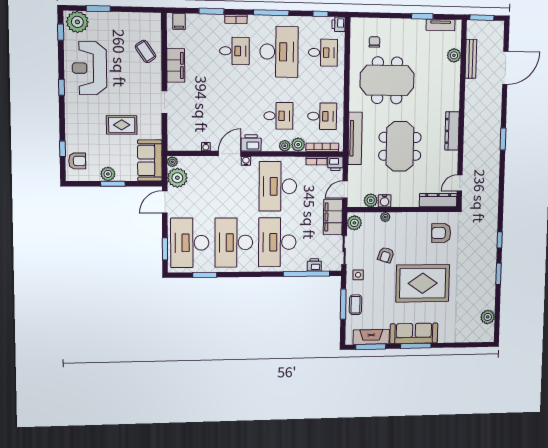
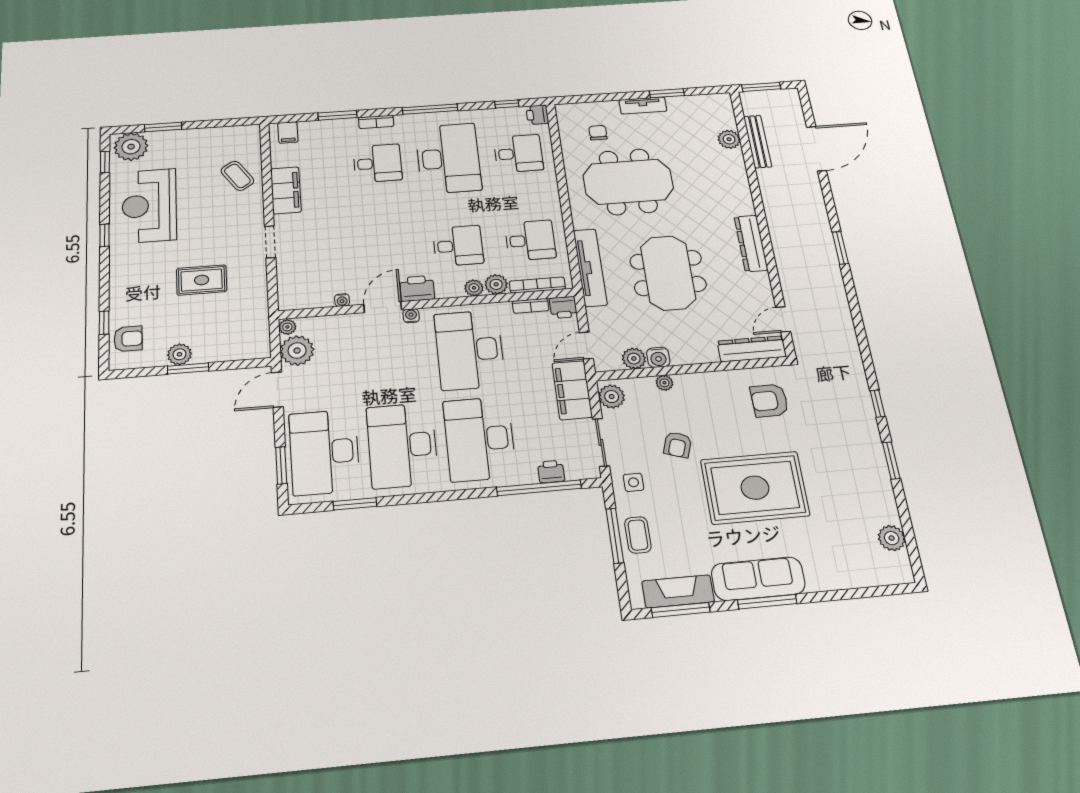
tv unit: (441, 25) -> (643, 106), moved
sofa: (150, 160) -> (249, 328), removed

